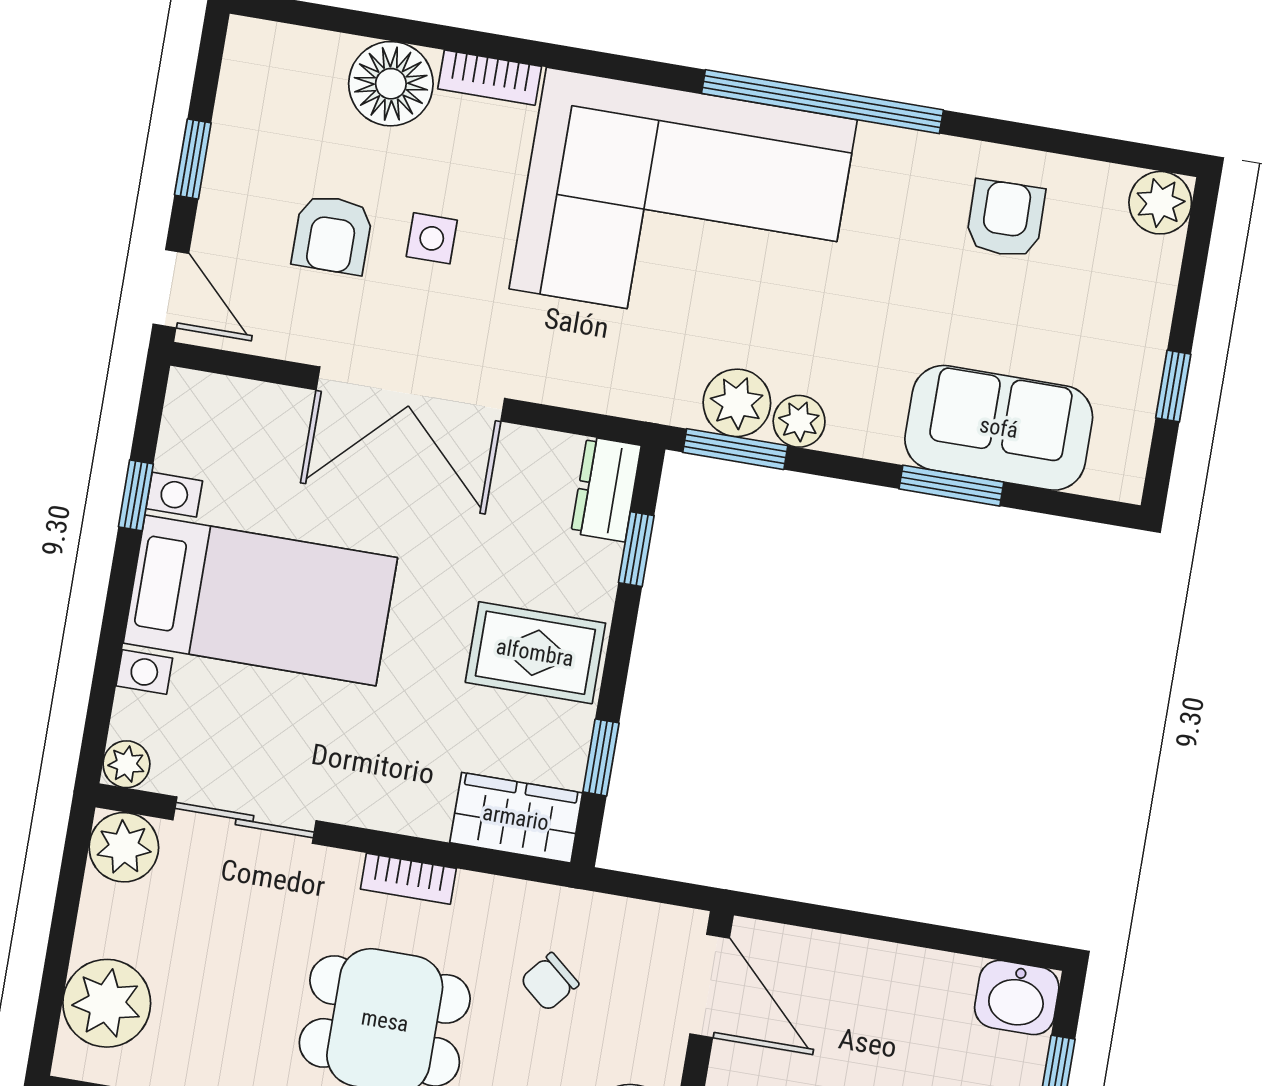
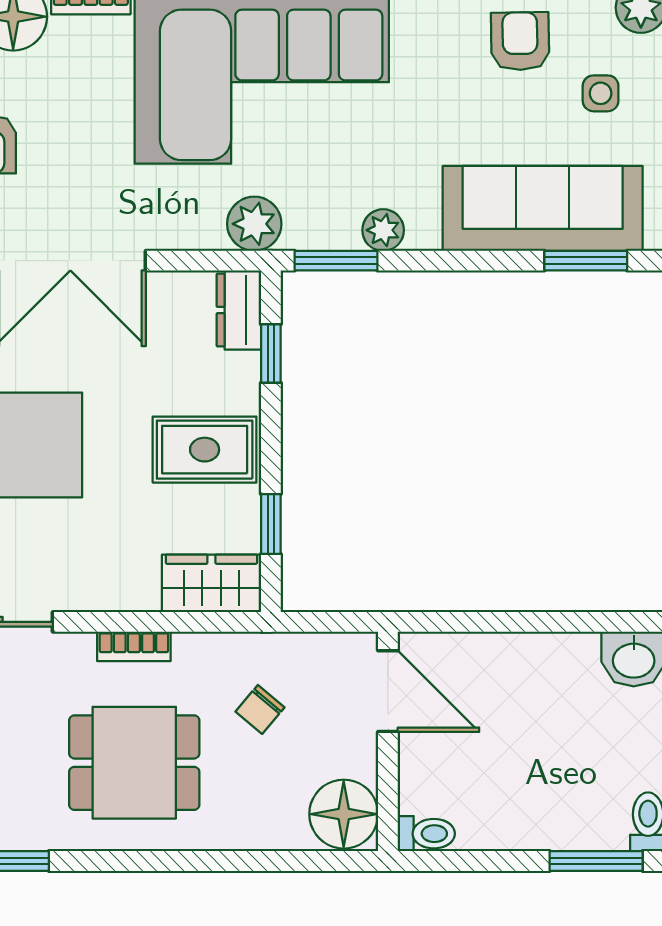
side table: (432, 238) -> (601, 93), moved
plant: (737, 403) -> (254, 224), moved
sofa: (999, 428) -> (543, 208), width x1.36
window: (951, 486) -> (586, 261), moved

